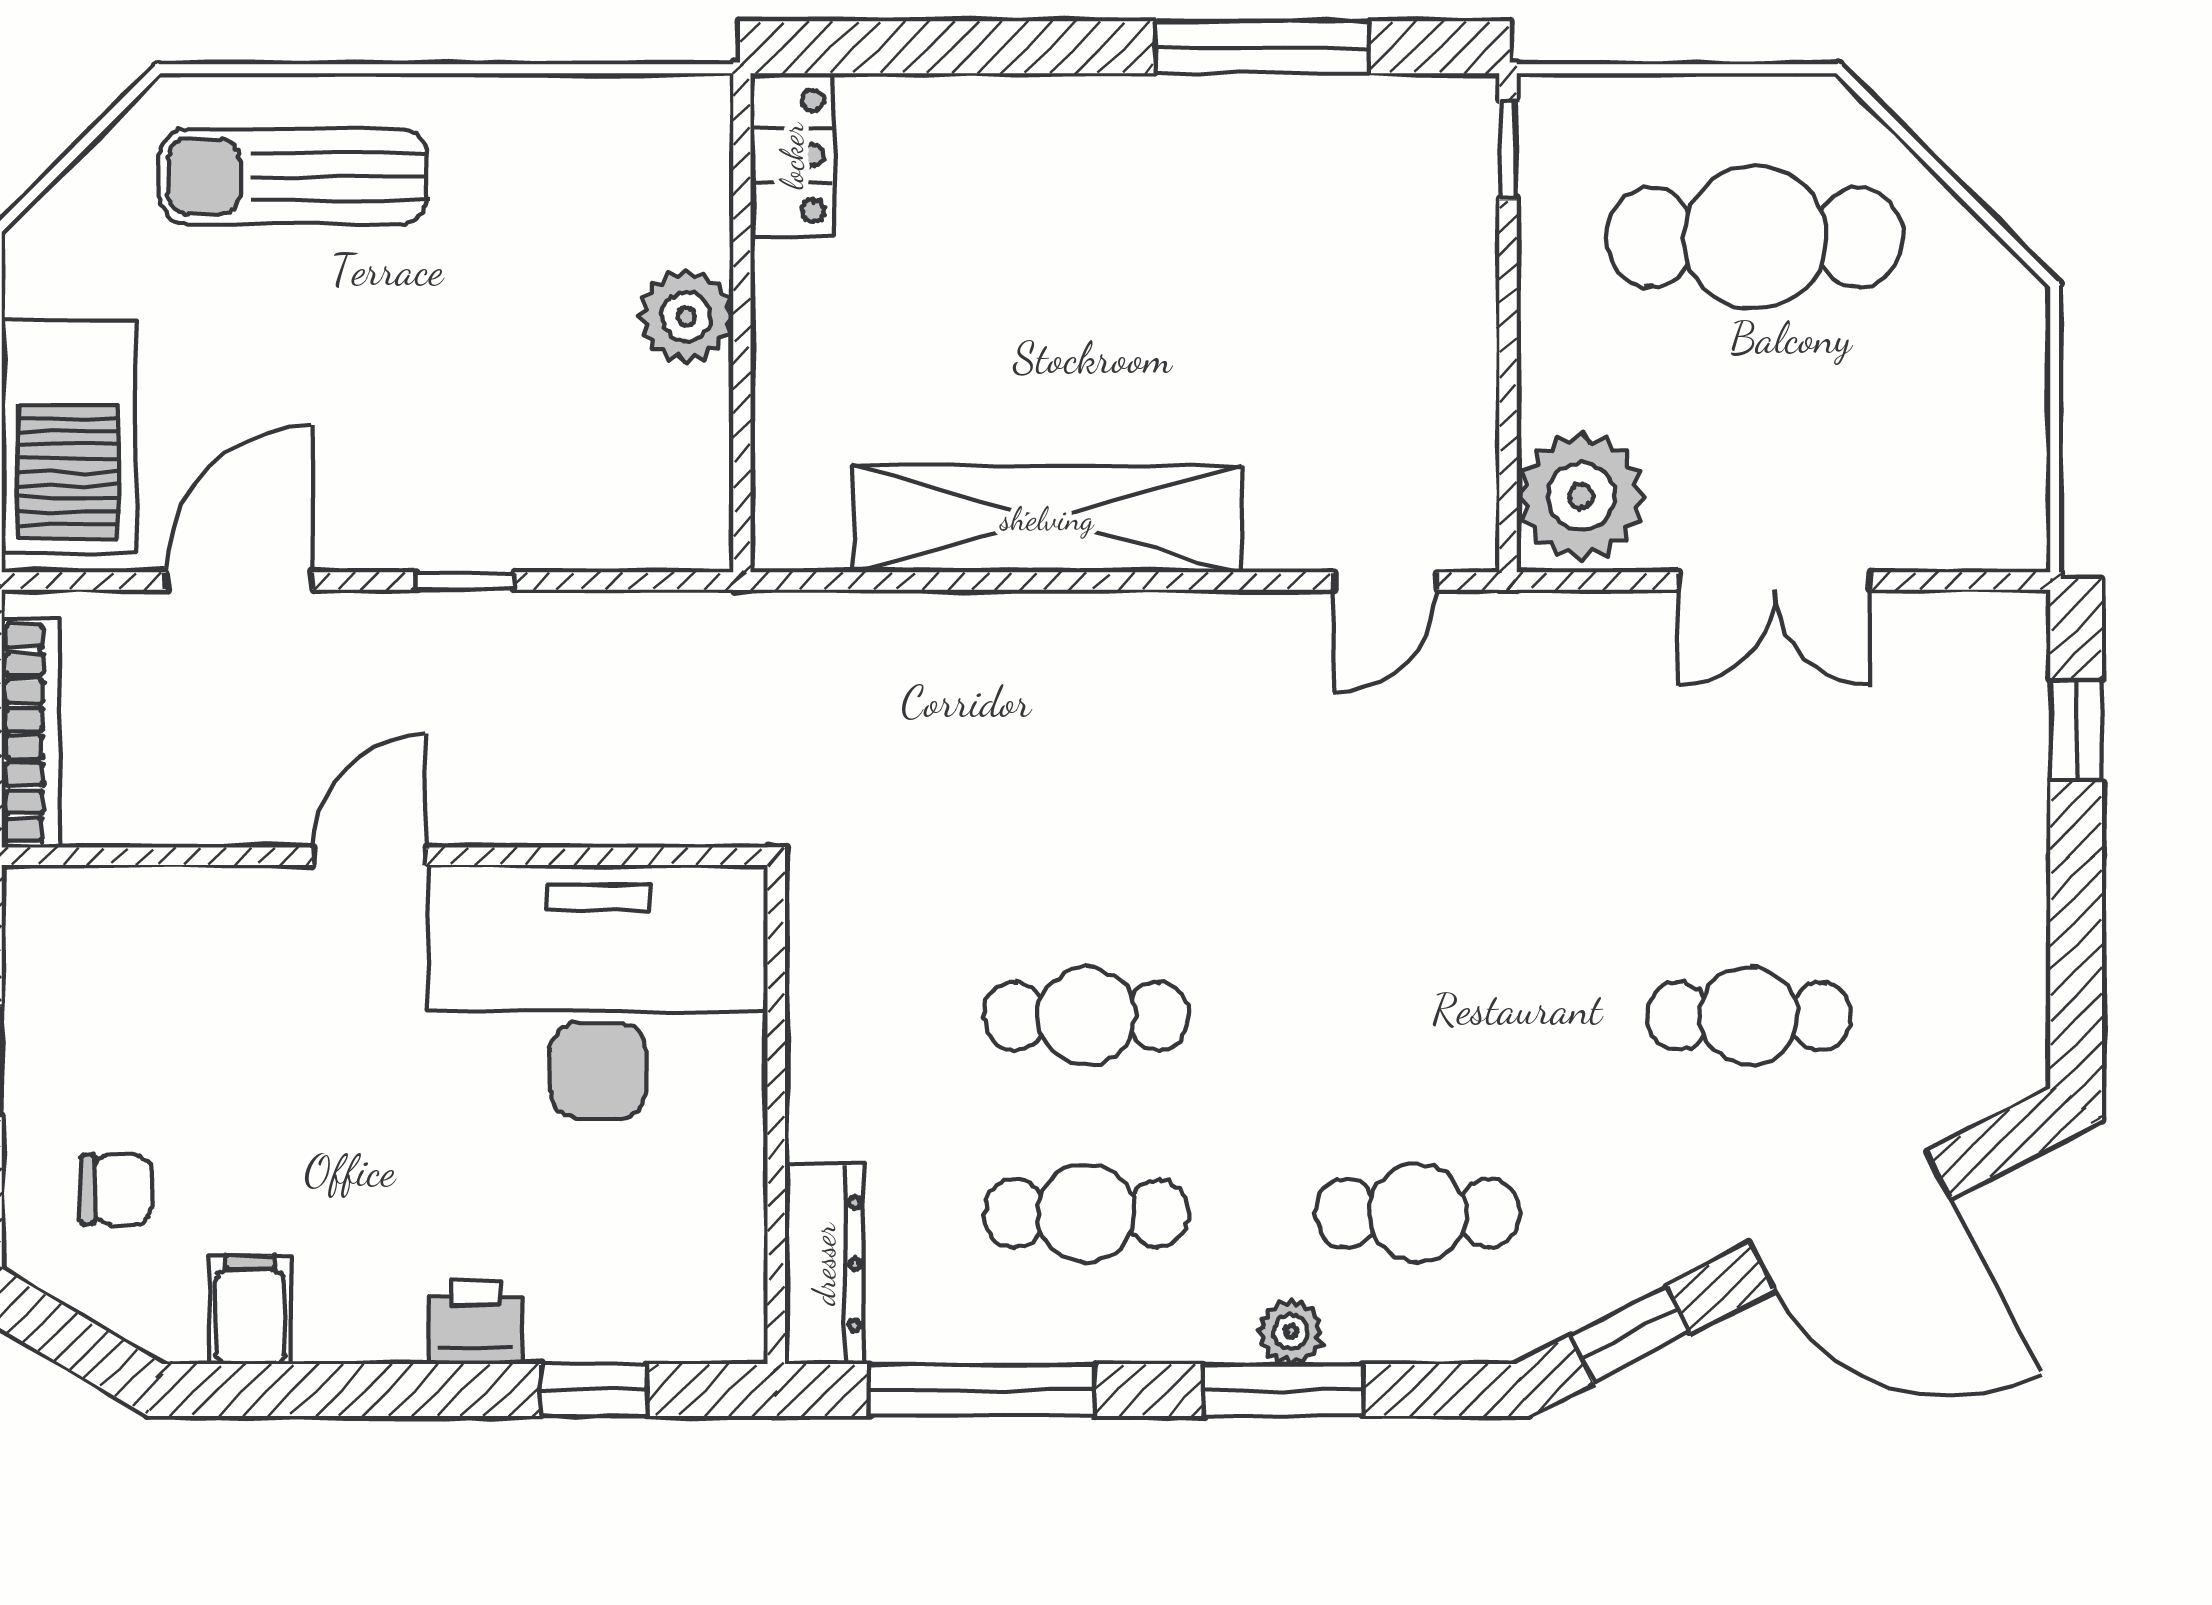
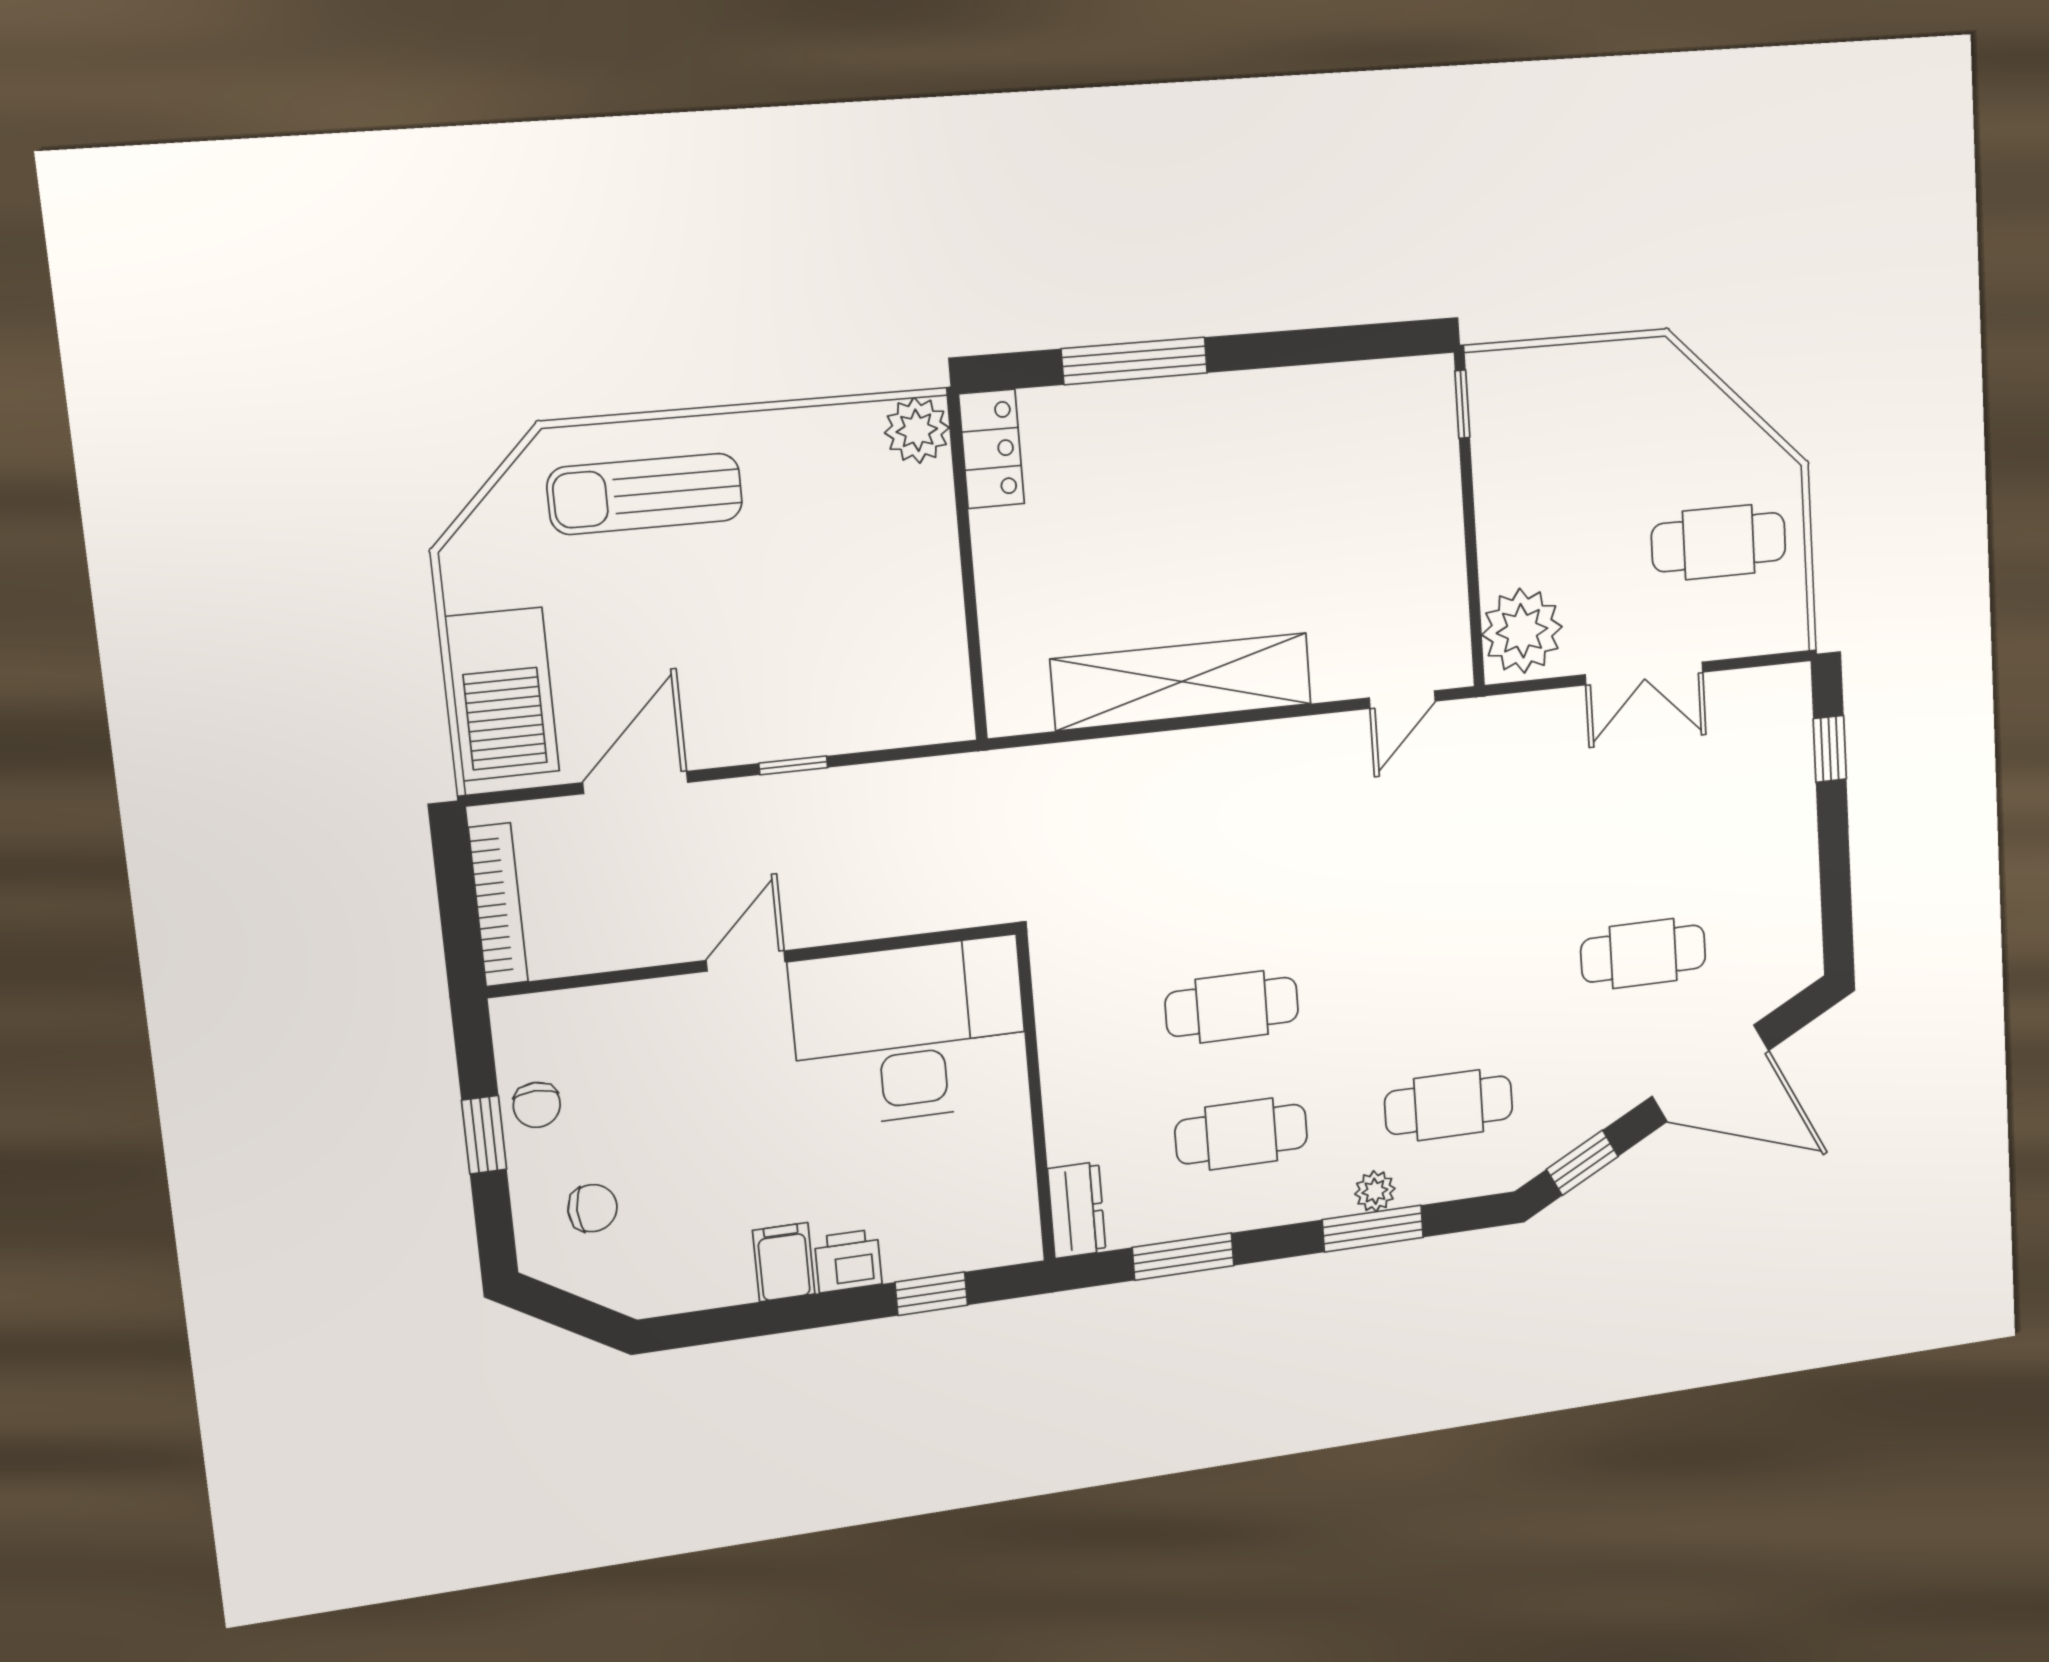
window: (1262, 47) -> (1135, 361), moved
cafe table: (1755, 237) -> (1719, 542), moved, width x0.73, depth x0.74
plant: (686, 317) -> (917, 430), moved
chair: (53, 1028) -> (537, 1105), added
dresser: (824, 1264) -> (1077, 1210), width x0.70
filing cabinet: (250, 1310) -> (784, 1262), moved
window: (982, 1390) -> (1183, 1256), width x0.69

